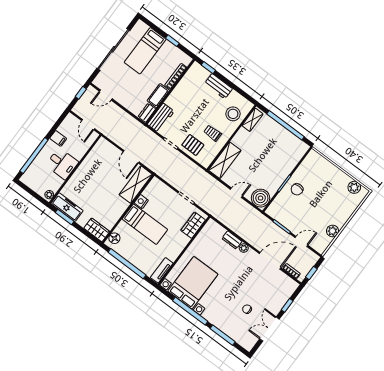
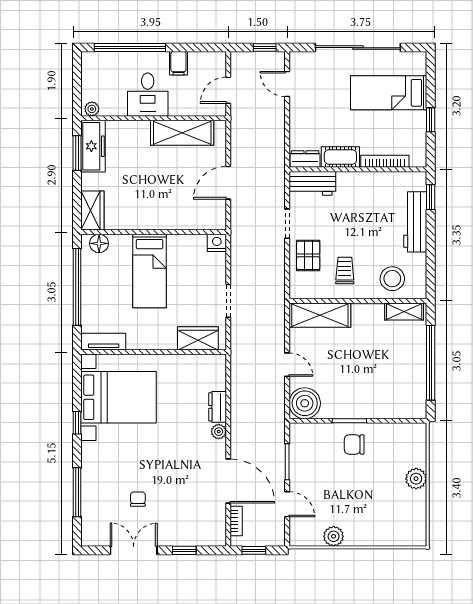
workbench: (218, 86) -> (415, 222), width x1.38
shelving: (136, 185) -> (182, 133), moved
plant: (354, 187) -> (416, 479), moved
nightstand: (141, 202) -> (217, 243), moved
window: (190, 311) -> (77, 423), width x0.32

